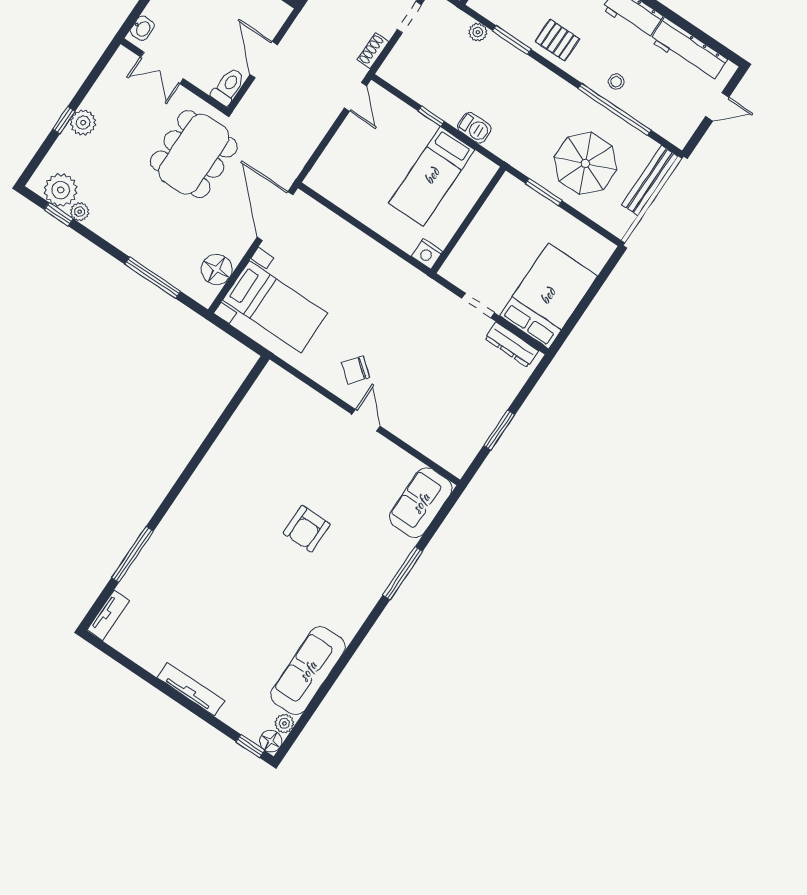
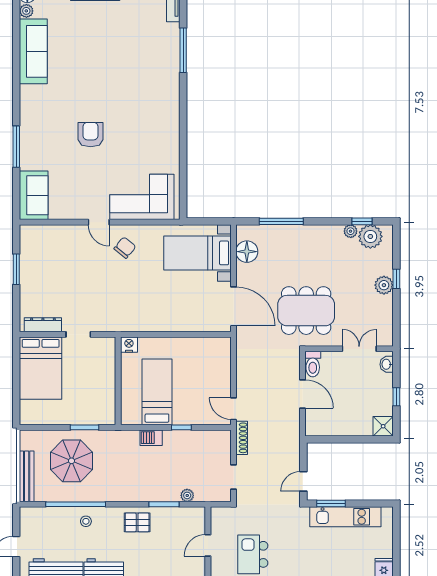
shoe rack: (373, 51) -> (242, 438), width x1.43
dining table: (194, 154) -> (306, 311), turned 90
corner sofa: (296, 416) -> (142, 197), added

